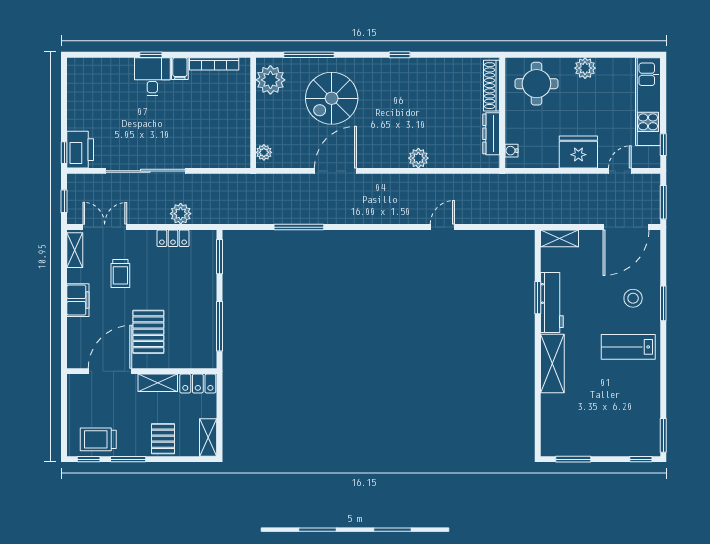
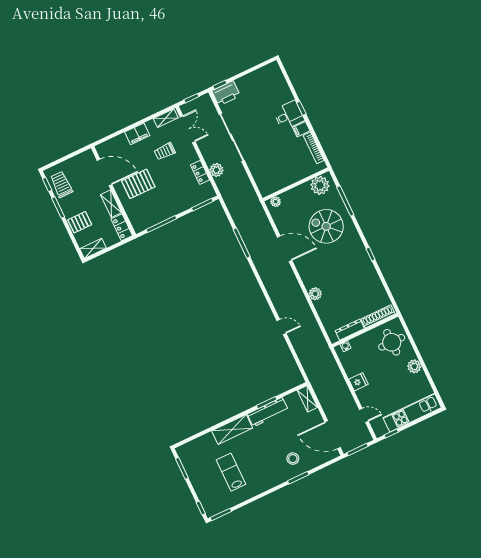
fridge: (578, 152) -> (358, 382), width x0.53, depth x0.75
lab bench: (628, 347) -> (231, 472), moved

